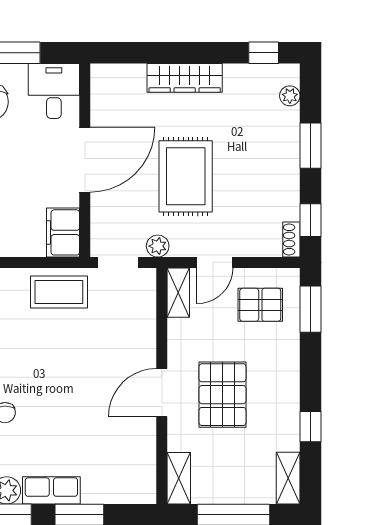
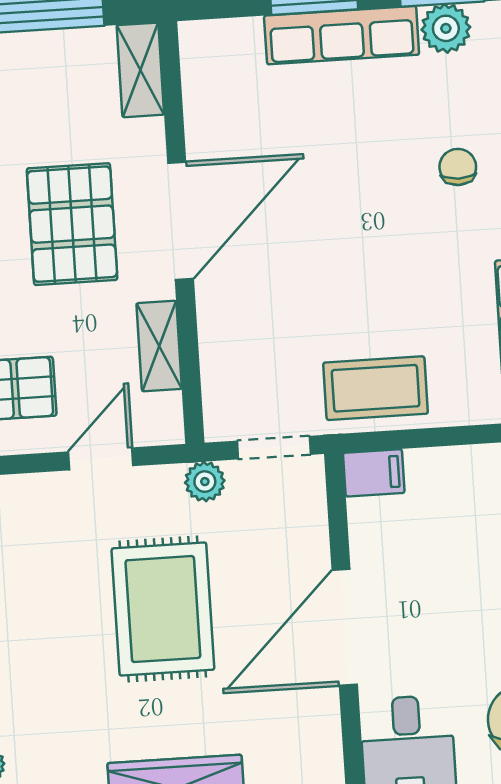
filing cabinet: (63, 232) -> (374, 473), width x0.50
shelving: (178, 293) -> (159, 346), moved
door: (162, 393) -> (181, 221), width x1.36
row of seats: (51, 490) -> (342, 35), width x1.48

